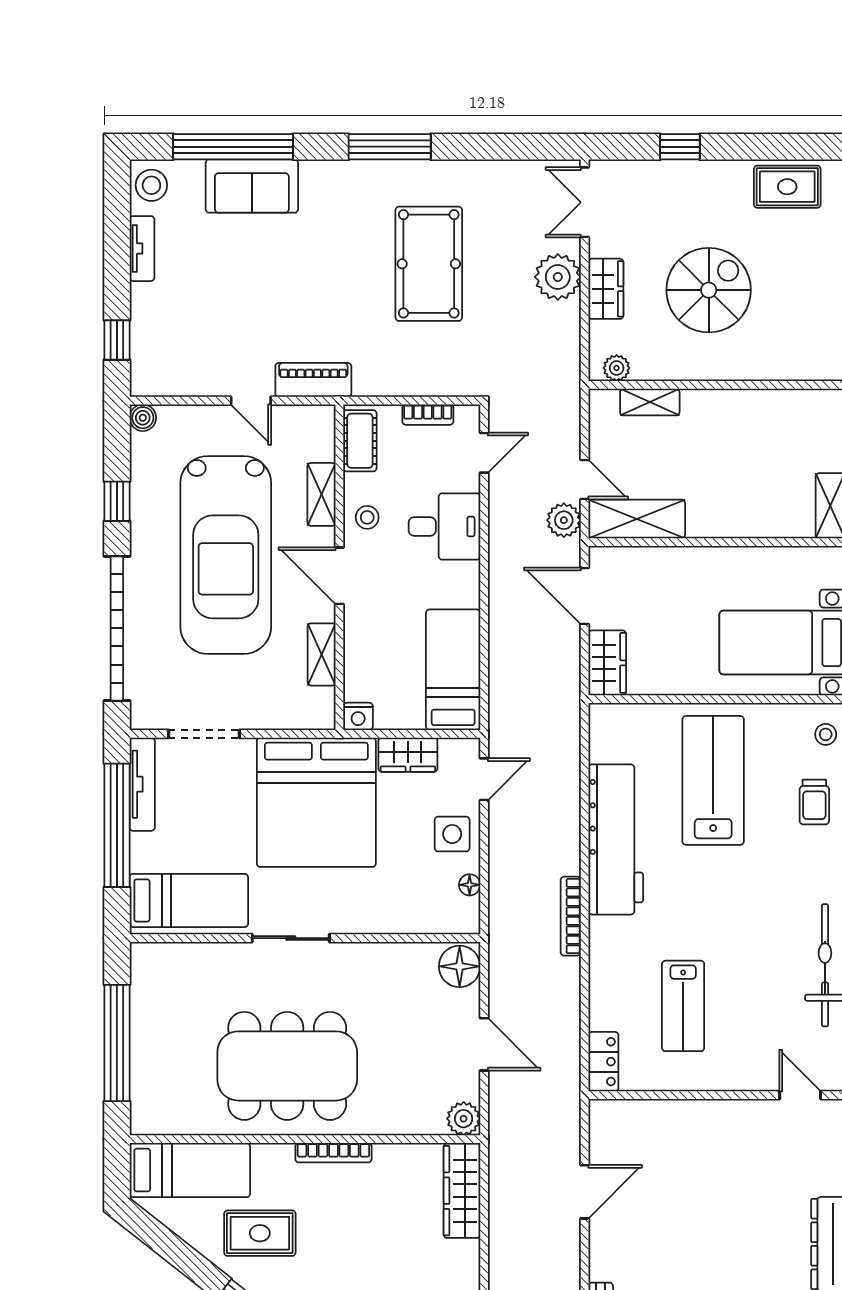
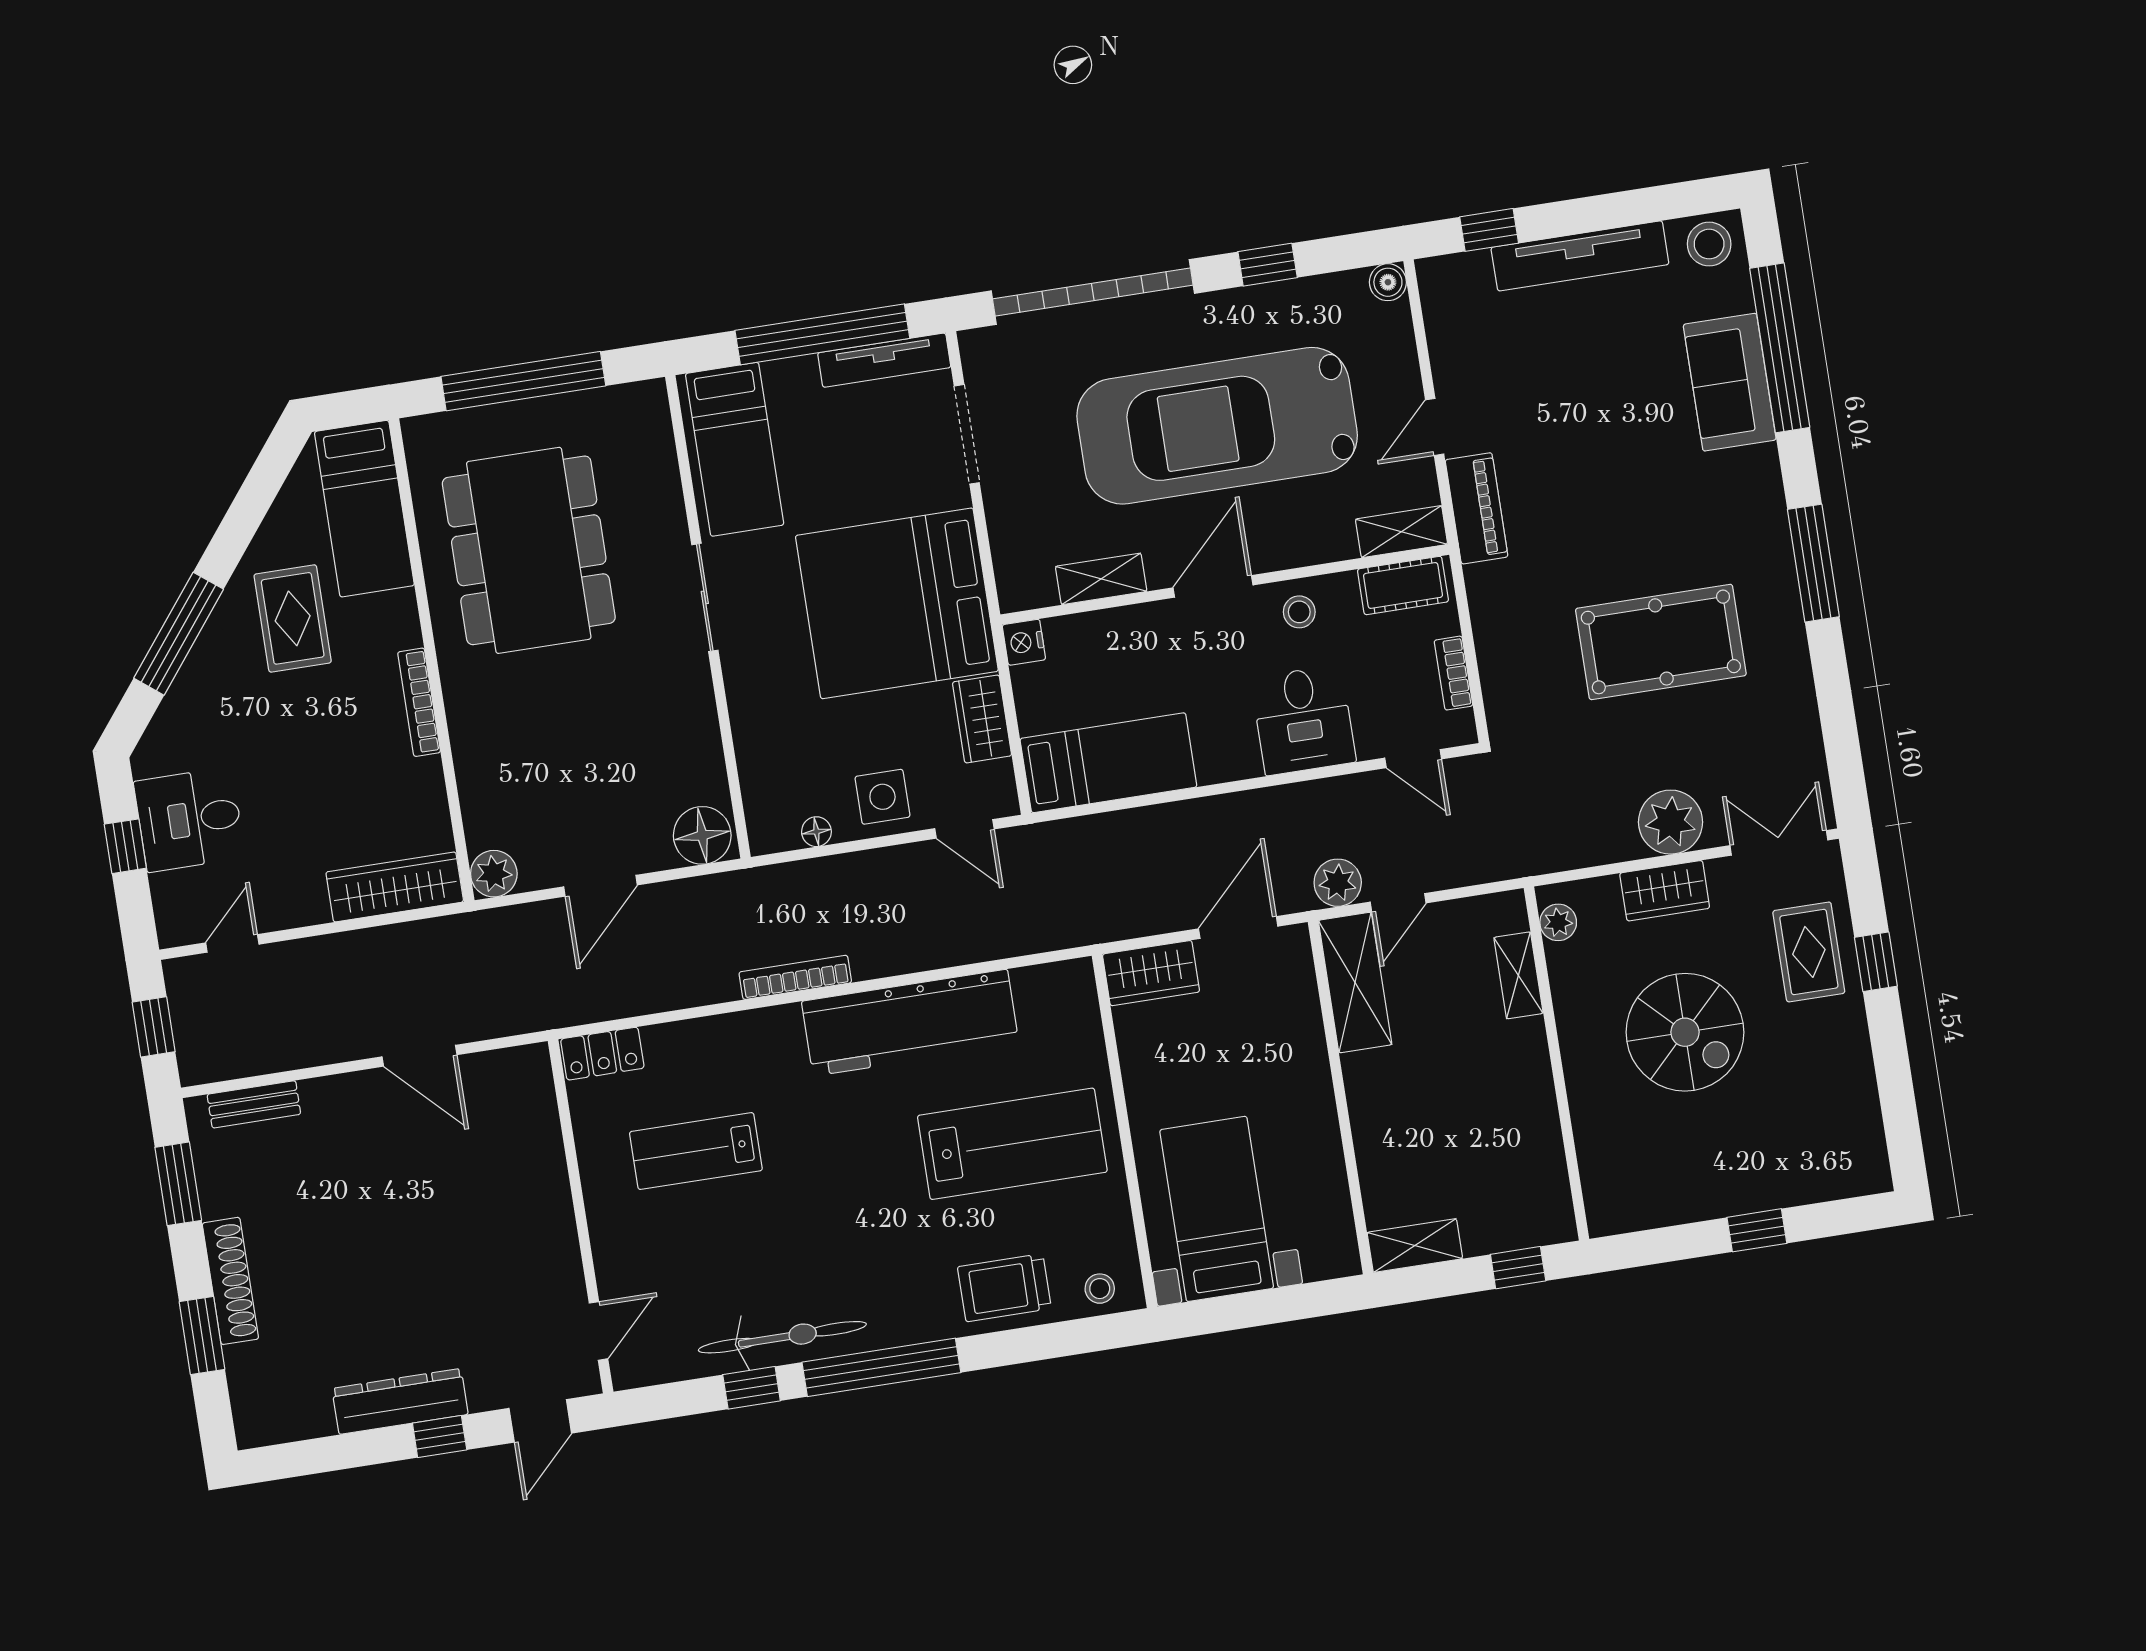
rug: (787, 187) -> (1809, 952), moved
tv unit: (142, 249) -> (1580, 256), width x1.92, depth x1.29
shelving: (322, 494) -> (1401, 532), moved
trolley: (814, 802) -> (1004, 1288), width x1.36, depth x1.39
dining table: (287, 1066) -> (529, 550), moved

